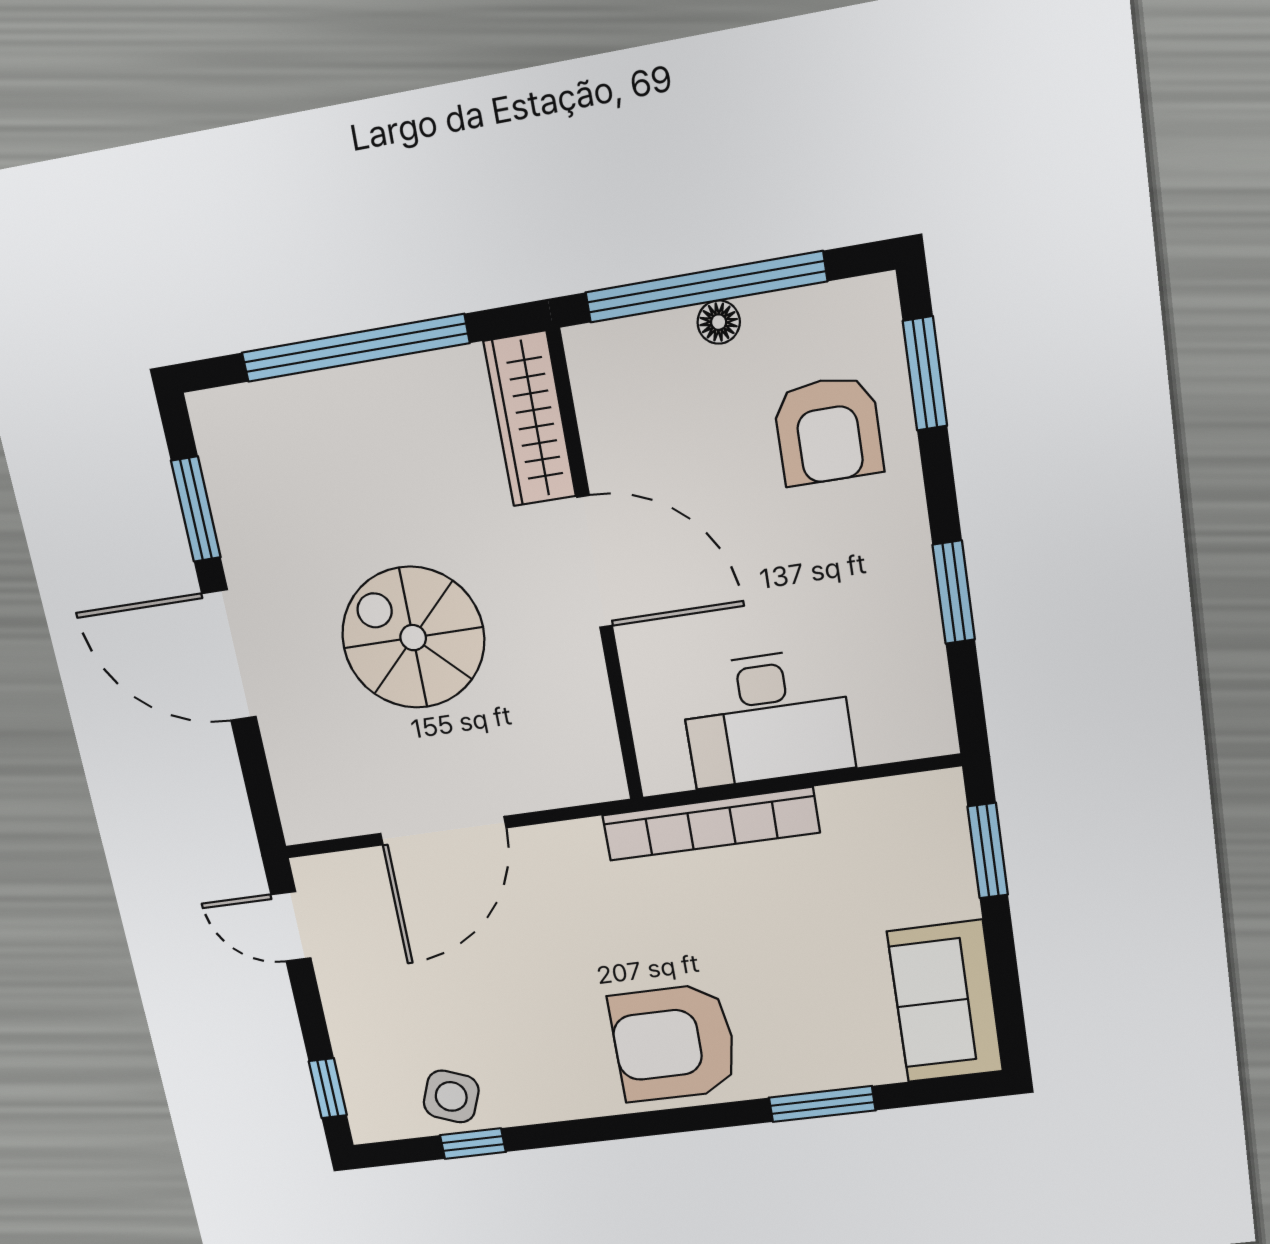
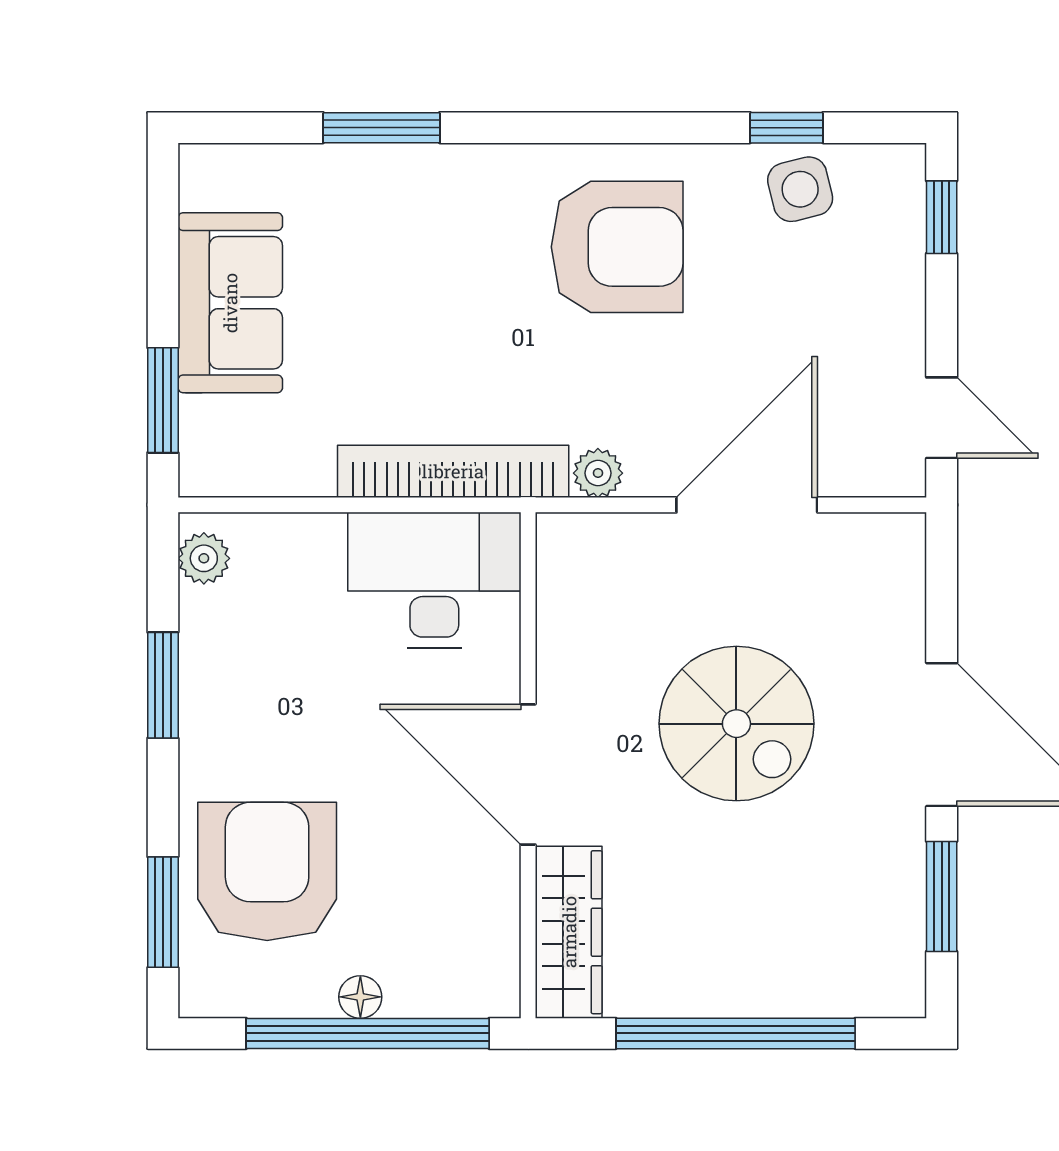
armchair: (828, 430) -> (267, 871), width x1.36, depth x1.36
plant: (930, 715) -> (204, 558), added
desk: (767, 718) -> (434, 580), moved
plant: (580, 840) -> (598, 473), added
sofa: (945, 1002) -> (230, 303), moved
armchair: (674, 1043) -> (617, 247), moved
side table: (451, 1096) -> (800, 189), turned -35

